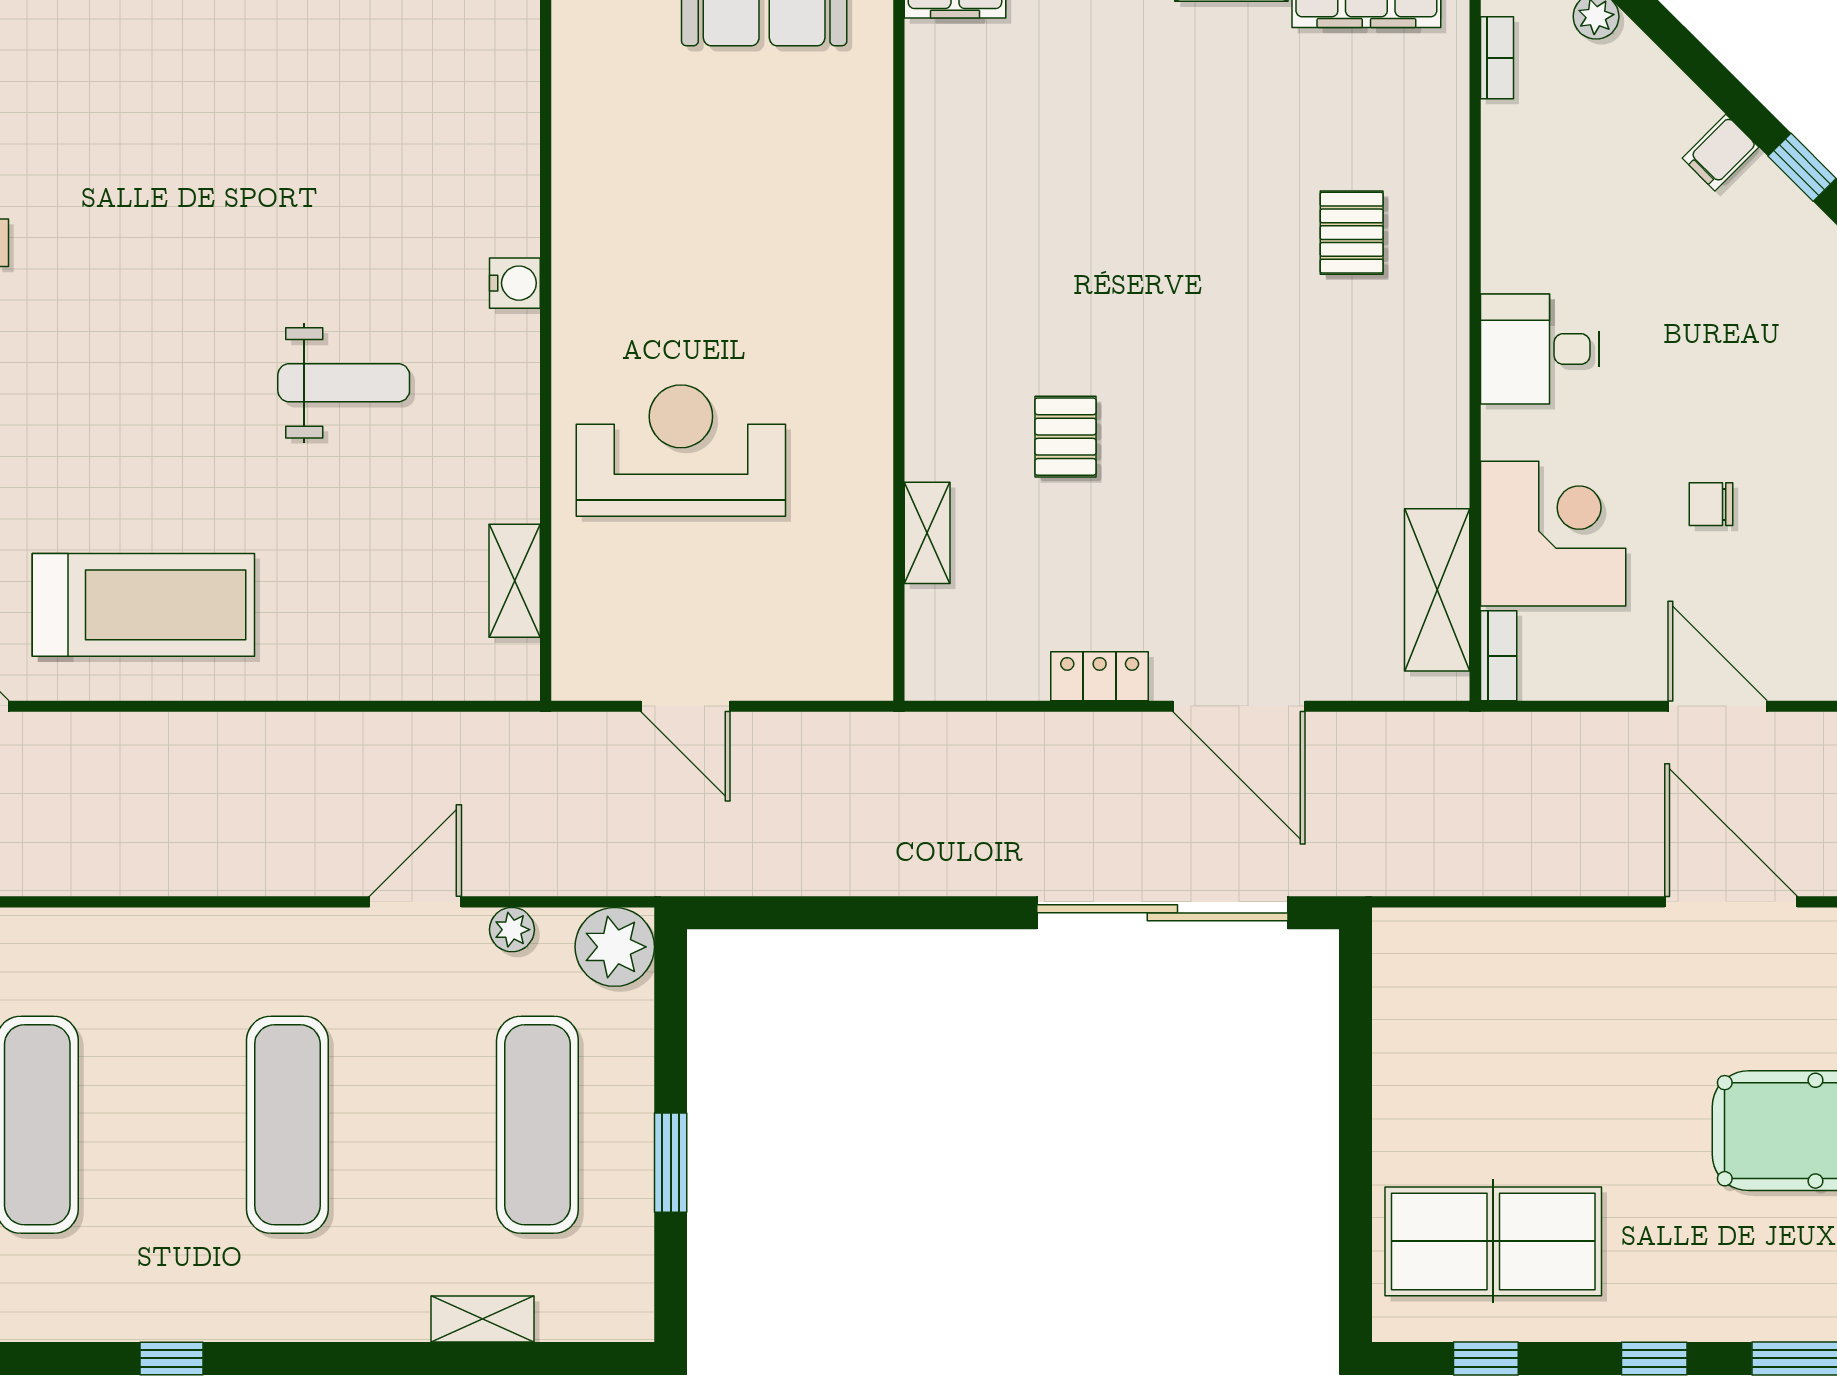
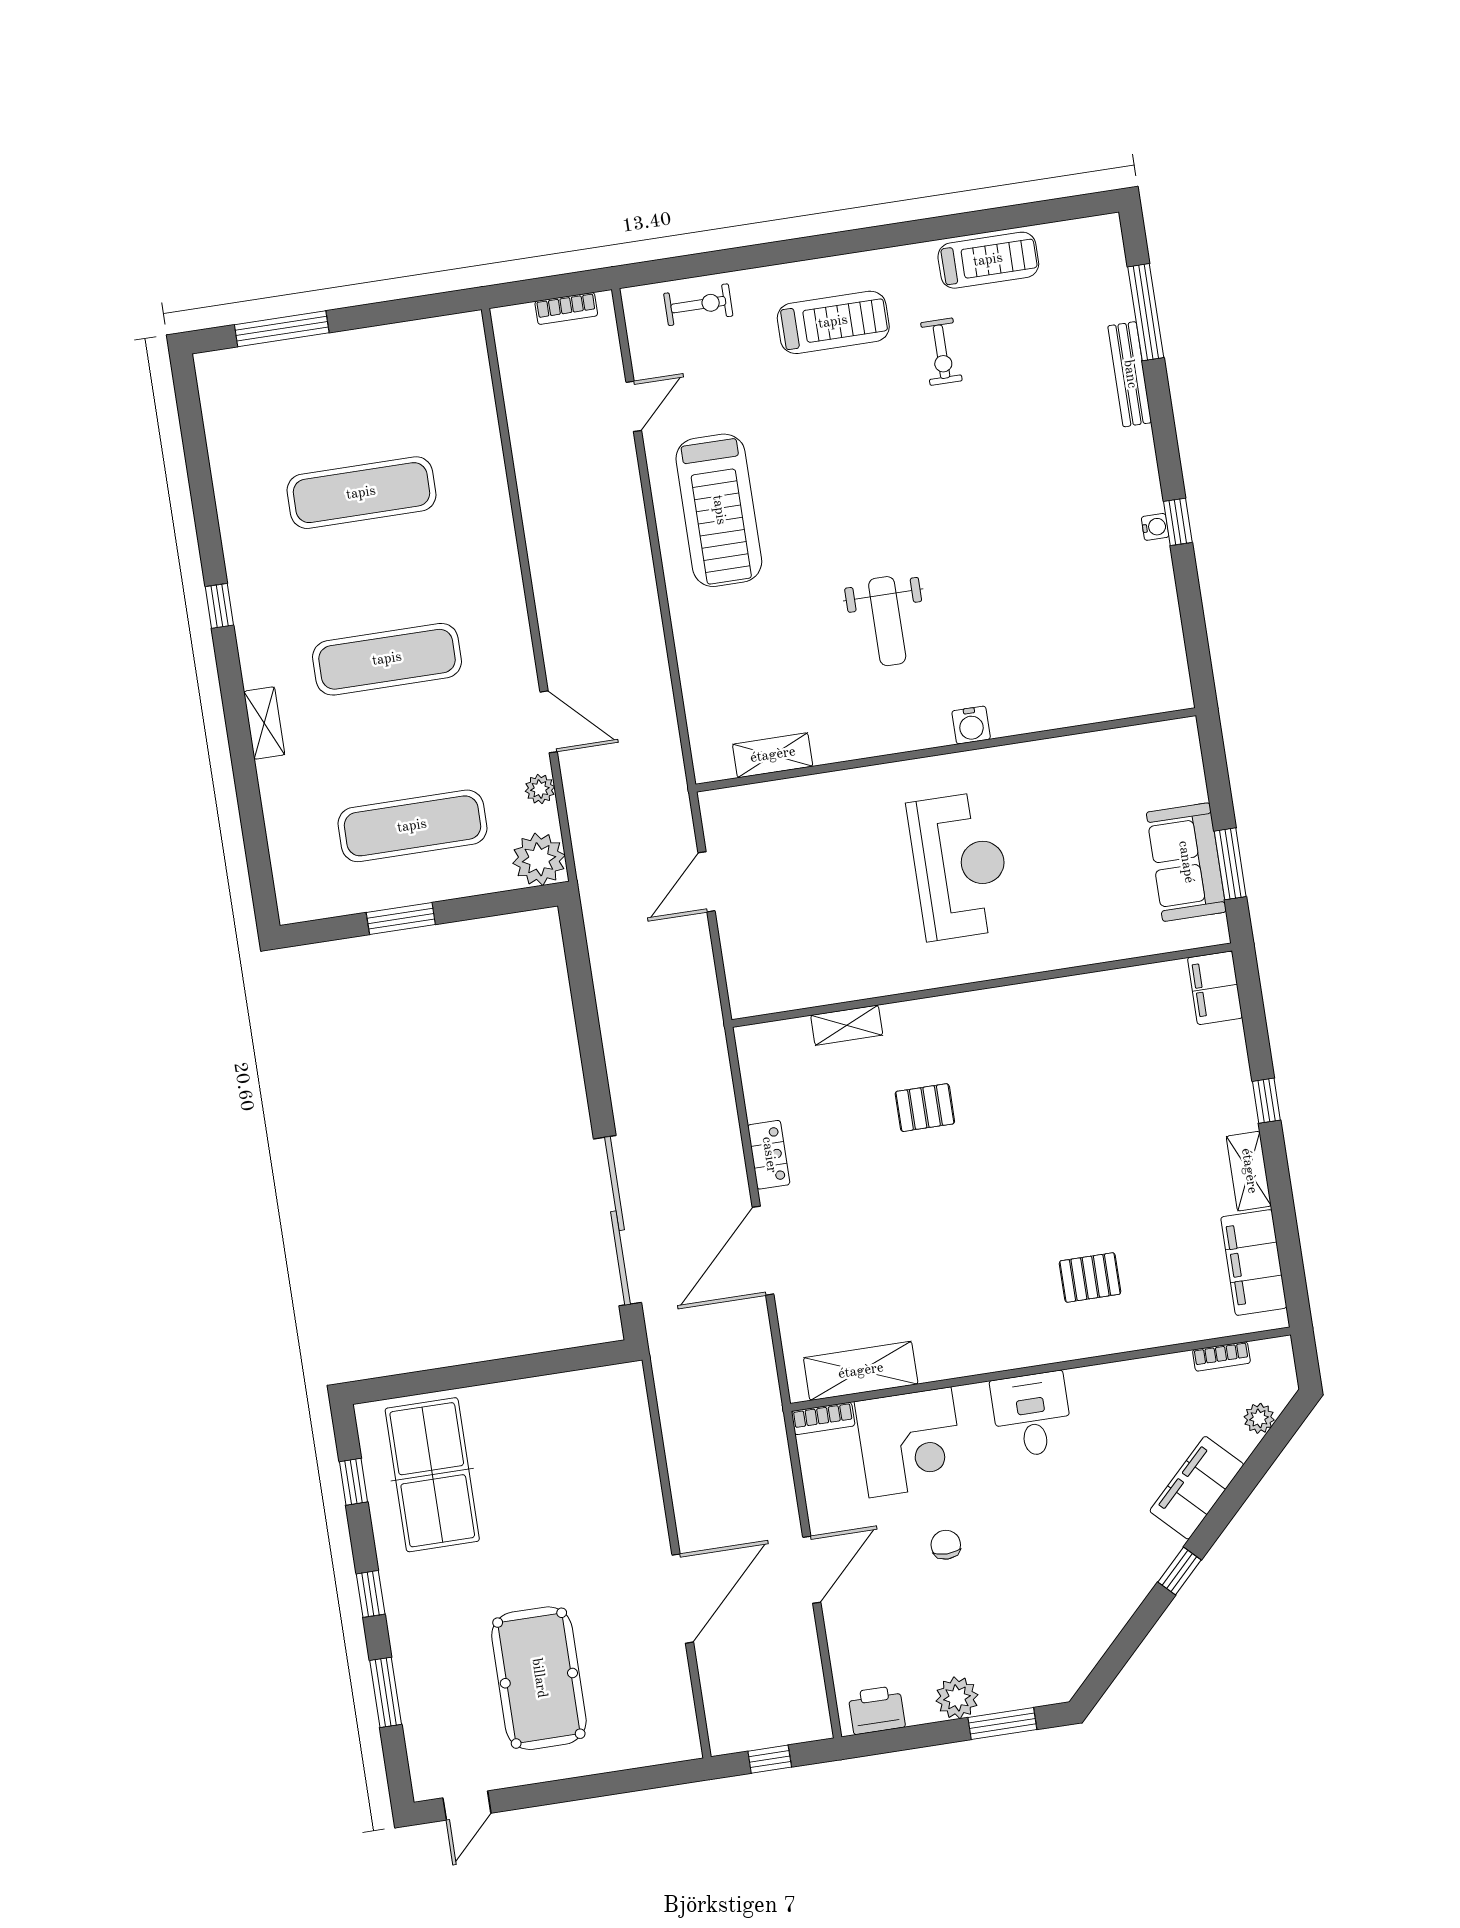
filing cabinet: (1720, 153) -> (1197, 1488), width x3.00, depth x1.17
reception desk: (681, 451) -> (960, 866), moved
shelving: (483, 1319) -> (264, 723), moved

